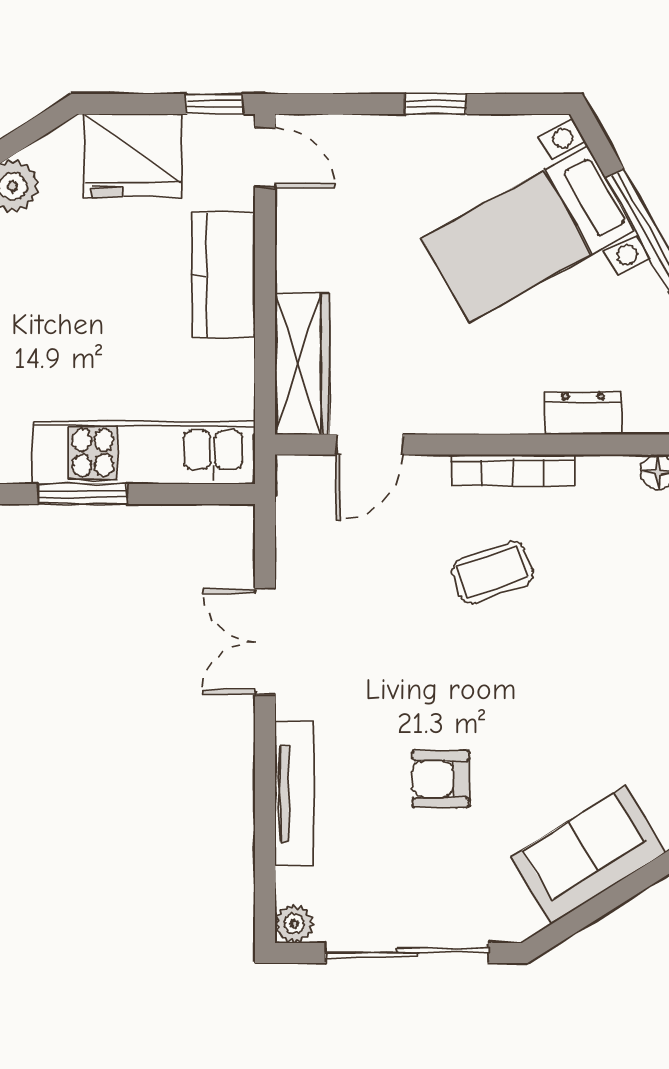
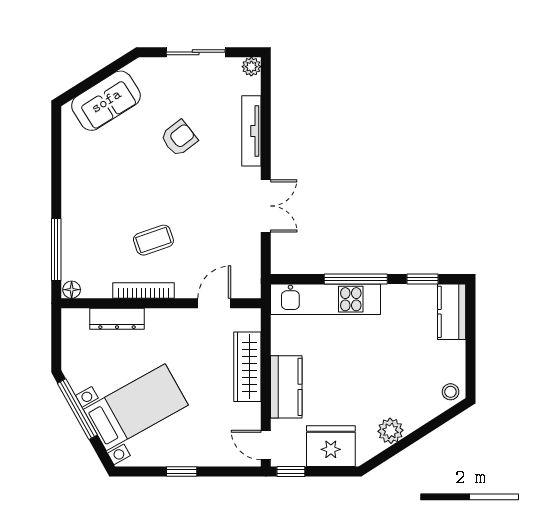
wardrobe: (302, 364) -> (247, 367), moved
dresser: (583, 413) -> (117, 319), width x1.44
window: (83, 494) -> (356, 279), width x1.44
armchair: (441, 779) -> (179, 138), turned -38
sliding door: (407, 953) -> (196, 52), width x0.73

